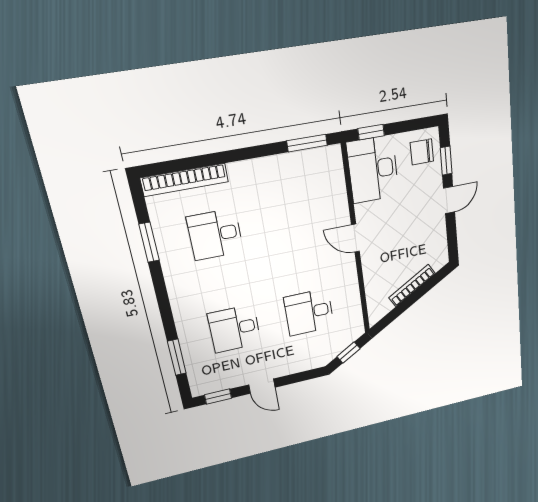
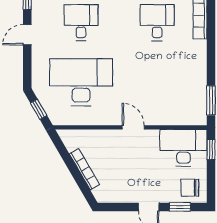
chair: (422, 152) -> (190, 188), turned -90
door: (355, 238) -> (133, 127), hinge flipped
desk: (309, 312) -> (81, 82), width x1.87, depth x1.30

